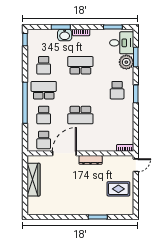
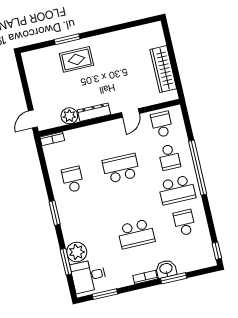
school desk: (117, 90) -> (73, 179), moved
school desk: (44, 115) -> (169, 157), turned 180
door: (64, 153) -> (130, 113), width x0.53
plant: (109, 161) -> (69, 116), added
rug: (118, 189) -> (76, 59), moved

